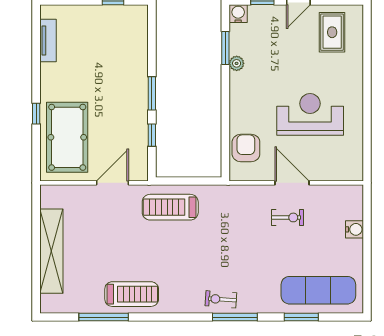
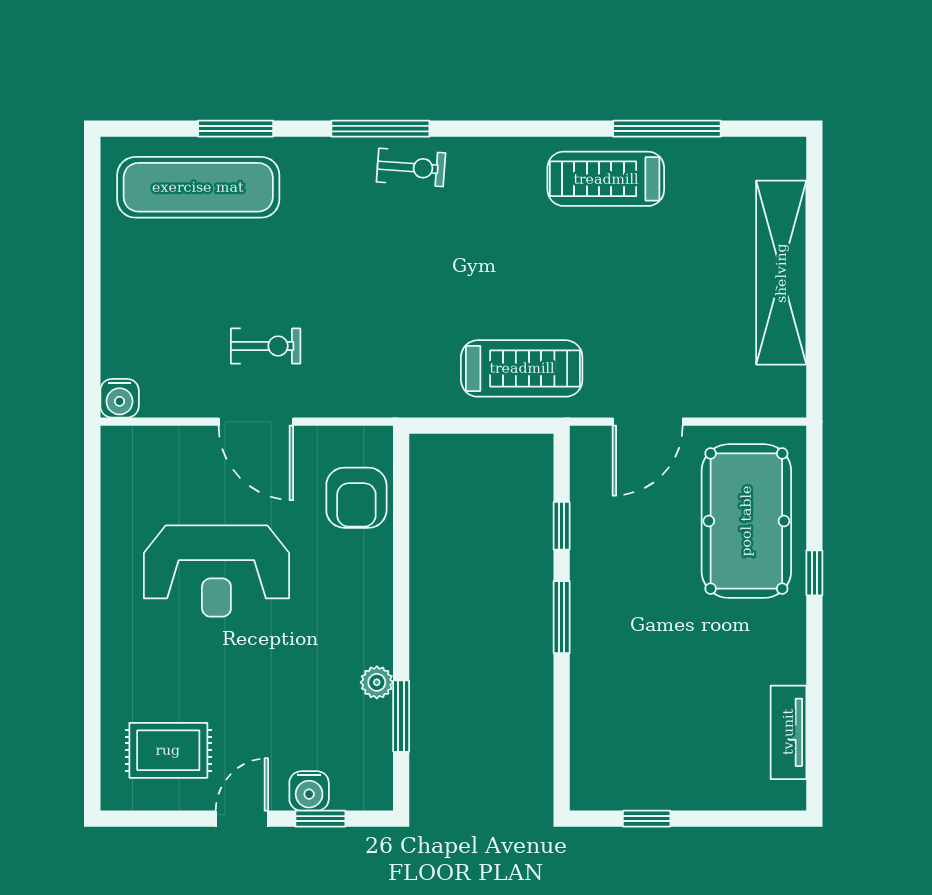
water cooler: (238, 14) -> (309, 791), moved
rug: (332, 32) -> (168, 750), turned 90
exercise bike: (288, 217) -> (266, 346), turned 180
water cooler: (354, 229) -> (120, 398), moved, turned -90

